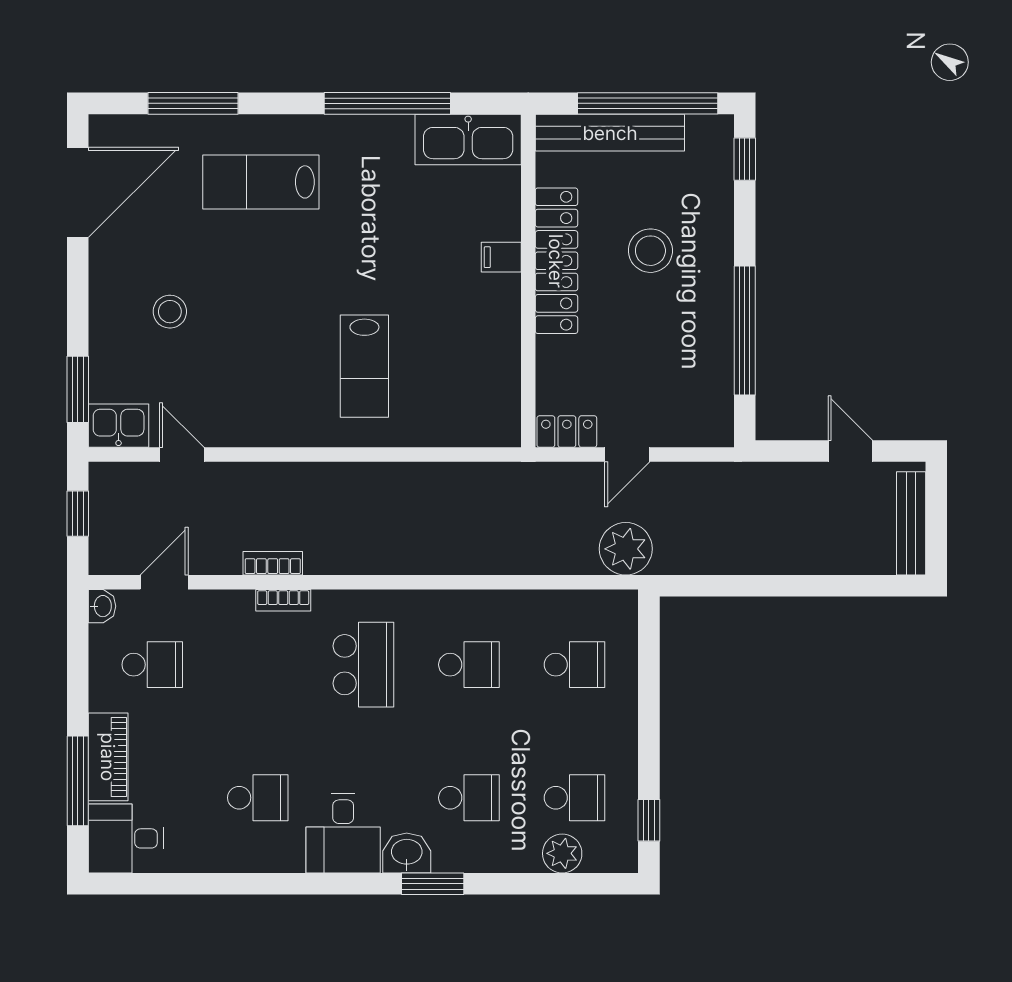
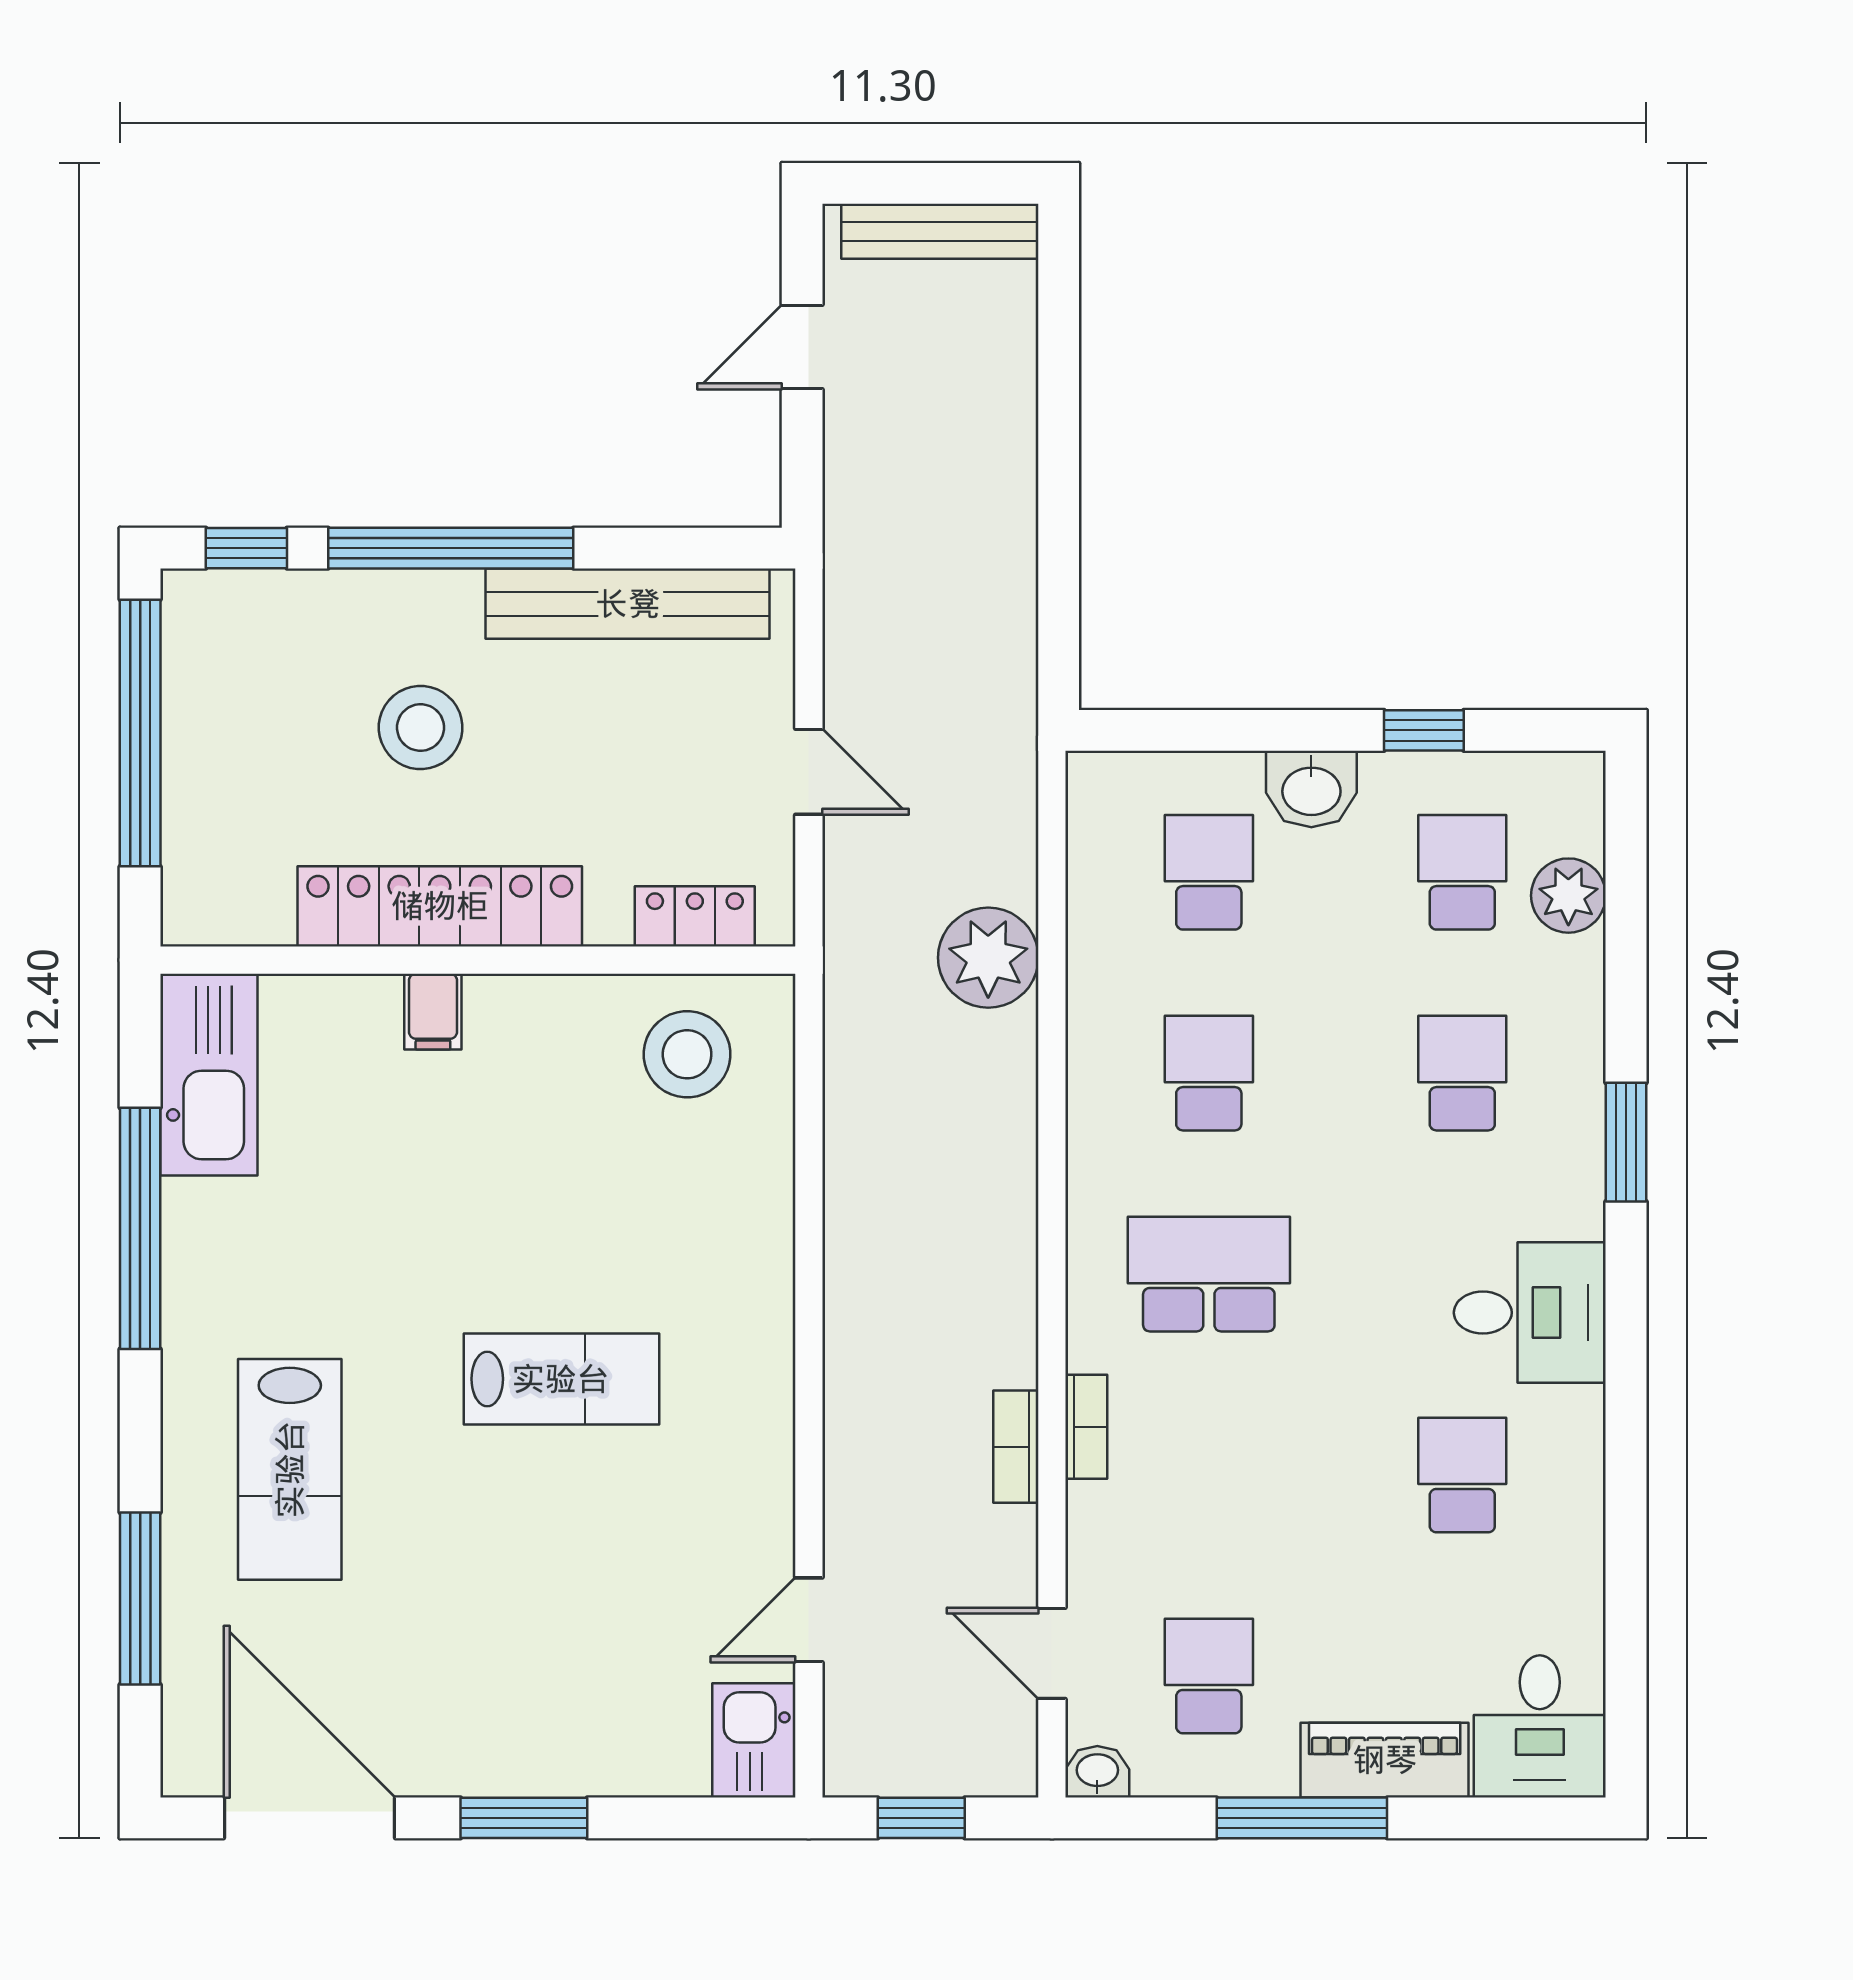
bench: (610, 133) -> (628, 604), moved, turned 90
stool: (170, 312) -> (687, 1054), moved, width x1.38, depth x1.38
window: (745, 331) -> (451, 548), moved
lab bench: (364, 366) -> (561, 1379), moved
window: (78, 389) -> (524, 1818), moved
locker: (567, 432) -> (695, 916), moved, turned 90
plant: (626, 549) -> (988, 958), moved
window: (78, 781) -> (1302, 1818), moved
window: (649, 820) -> (1424, 730), moved
washbasin: (407, 853) -> (1311, 789), moved, turned -90

